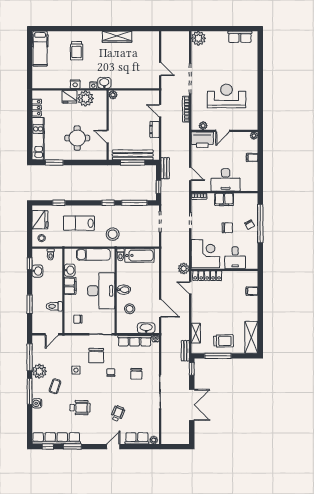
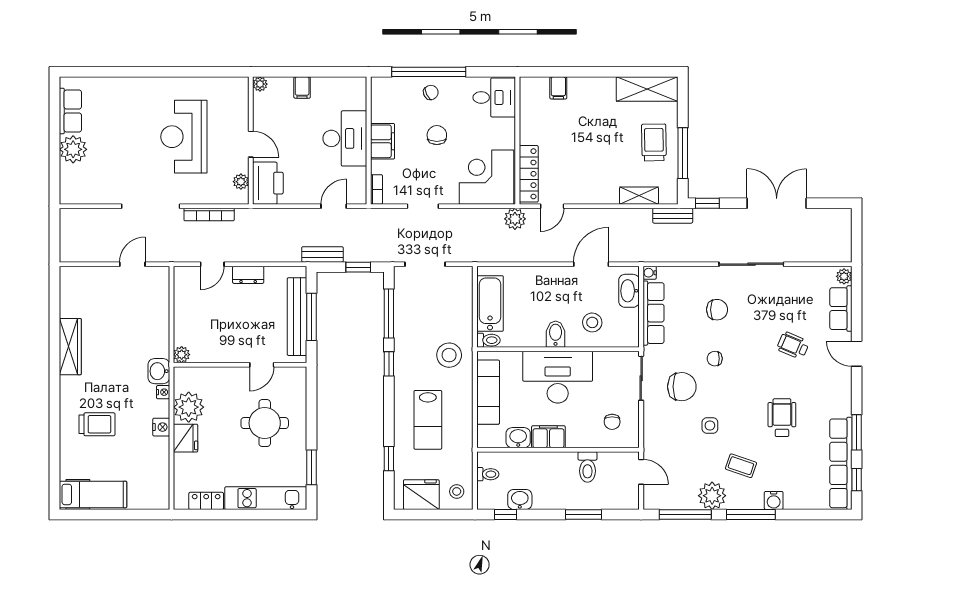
plant: (198, 38) -> (73, 149), moved
desk: (235, 258) -> (494, 97), moved

